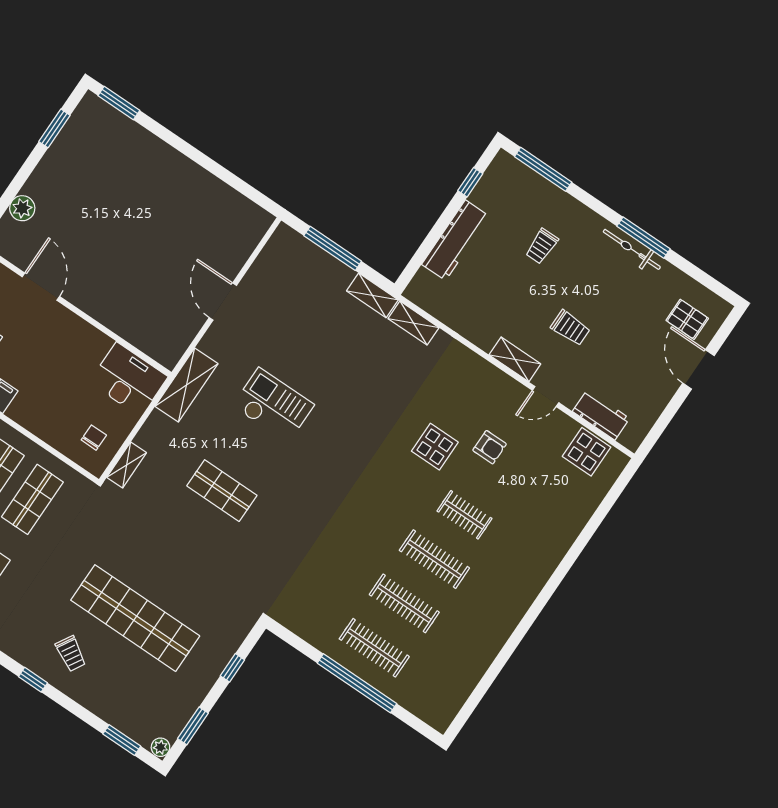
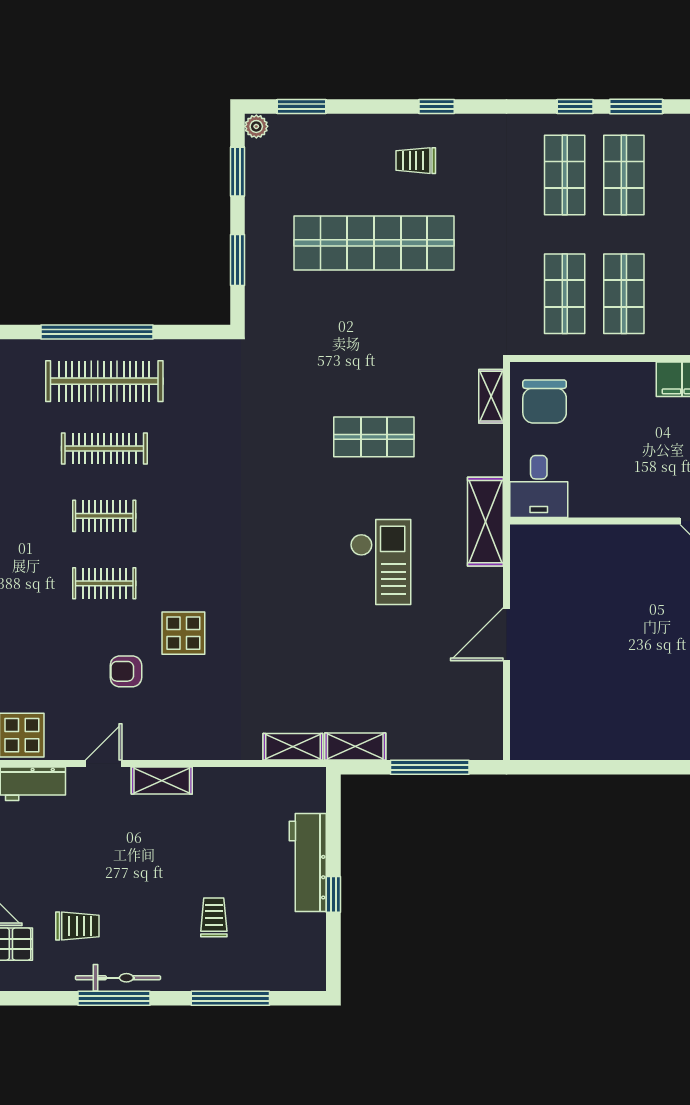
window: (543, 169) -> (230, 998), moved
window: (470, 182) -> (333, 894), moved
door: (223, 301) -> (507, 634), swing flipped
trolley: (570, 328) -> (77, 926), moved, turned 180
desk: (128, 379) -> (539, 487), width x0.73
checkout: (273, 405) -> (381, 562), turned -90
chair: (94, 438) -> (545, 402), width x1.87, depth x1.87
clothes rail: (434, 559) -> (104, 516), width x0.73
clothes rail: (374, 648) -> (104, 381), width x1.37, depth x1.31
trolley: (71, 654) -> (416, 161), turned -30
window: (232, 668) -> (238, 260), width x1.50

